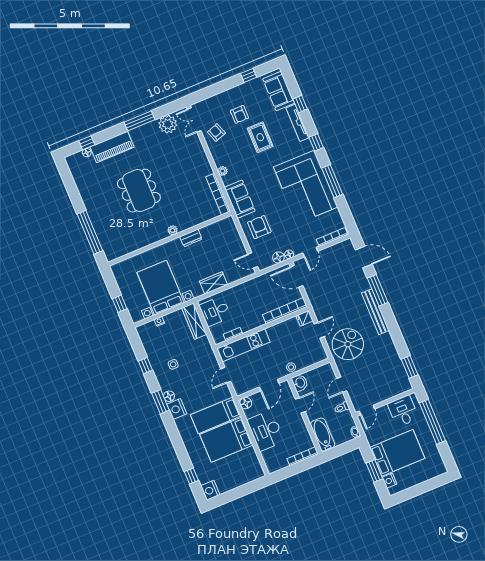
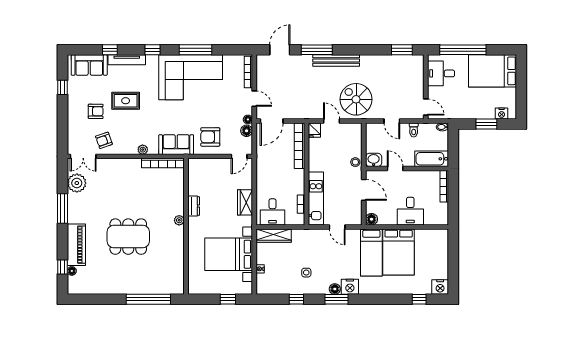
desk: (266, 431) -> (410, 211), width x0.73
bed: (397, 453) -> (493, 71), moved, turned -90

